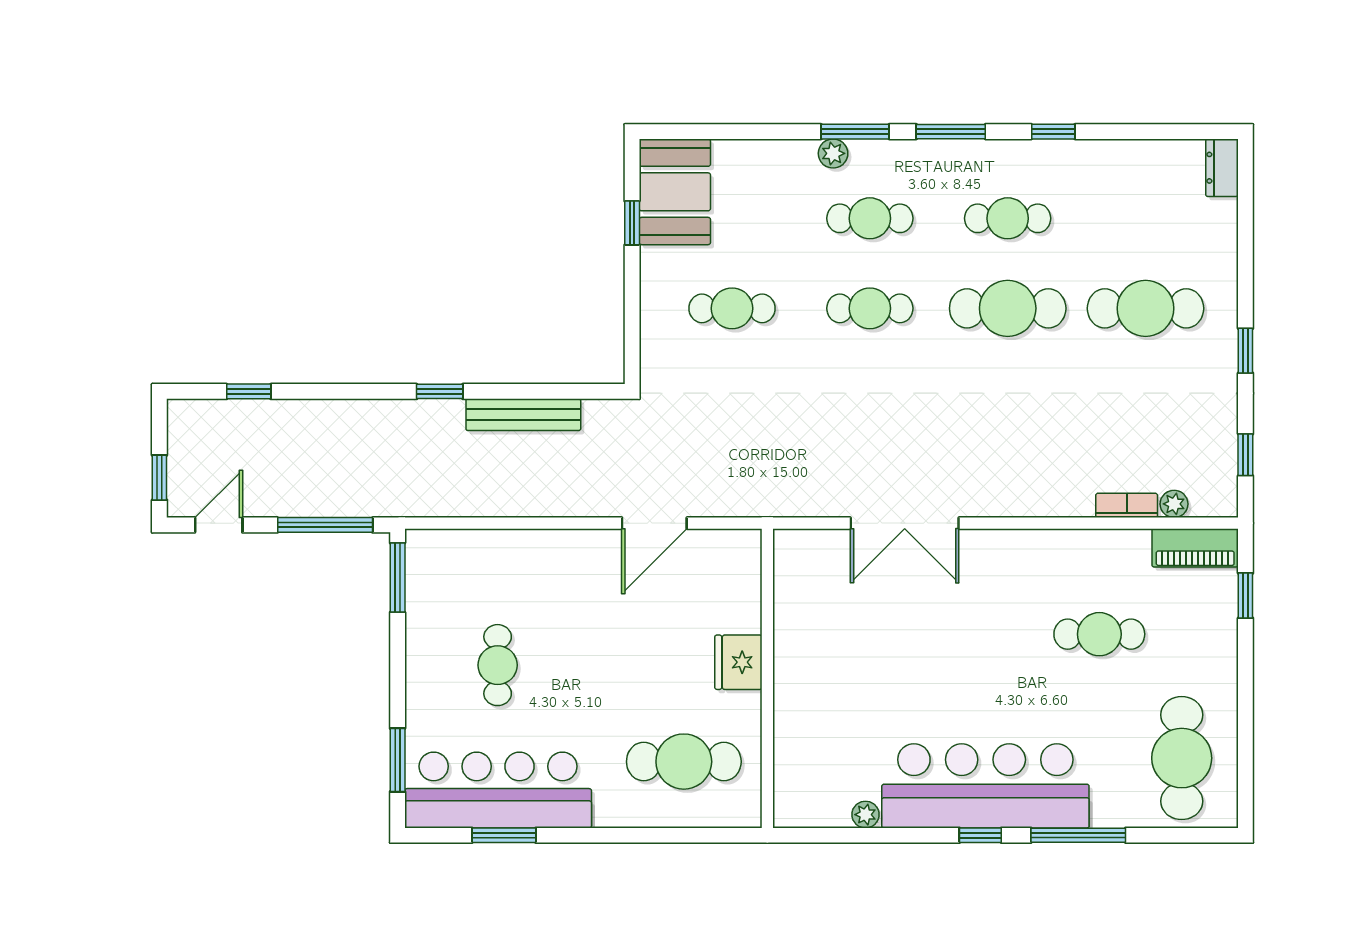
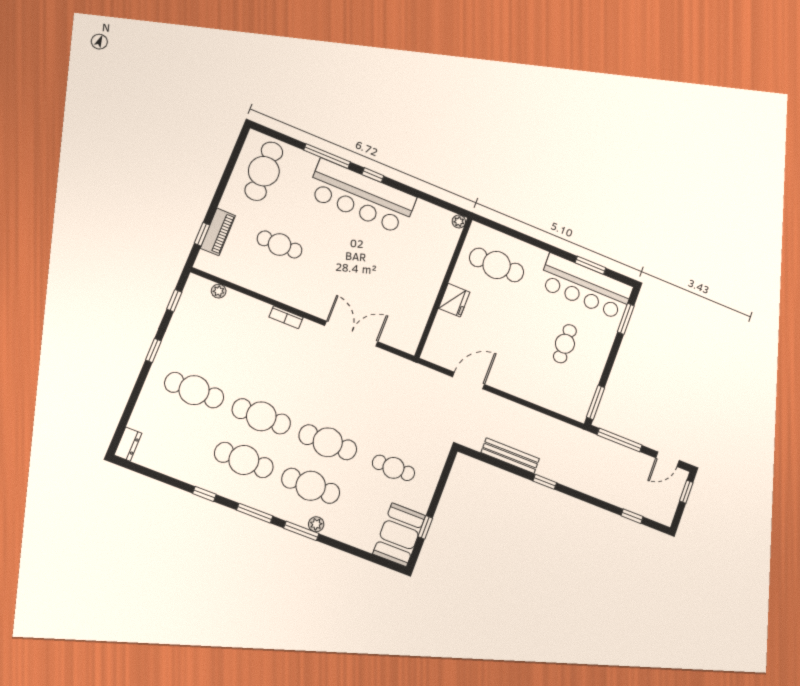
cafe table: (870, 218) -> (311, 486), width x1.37, depth x1.35
cafe table: (1008, 218) -> (244, 460), width x1.37, depth x1.35
cafe table: (870, 308) -> (328, 442), width x1.37, depth x1.35
bookcase: (1127, 505) -> (286, 317), moved
piano: (1195, 548) -> (218, 232), moved, turned 90
plant: (865, 815) -> (459, 222), moved

